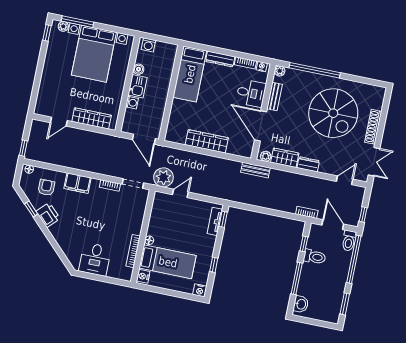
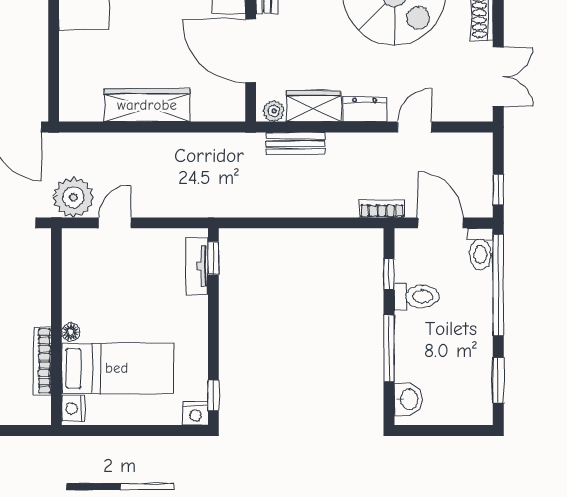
bench: (255, 170) -> (295, 144), moved
door: (345, 180) -> (415, 127), moved
window: (214, 265) -> (213, 395), moved

